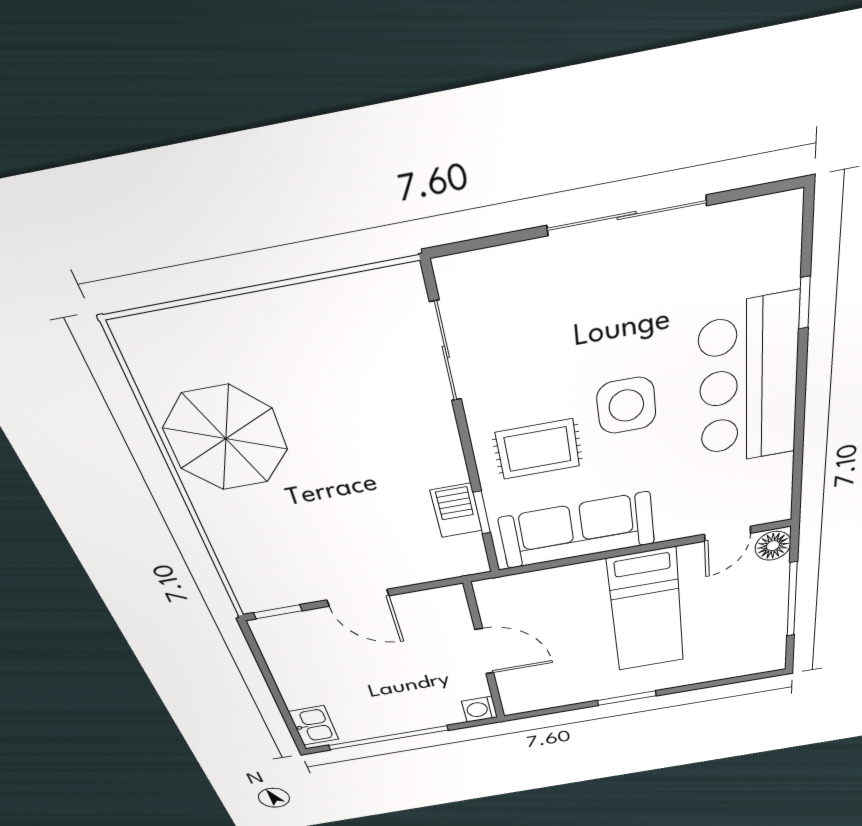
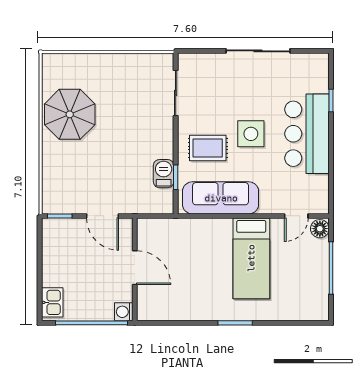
door: (484, 651) -> (135, 268), moved
wall: (485, 654) -> (135, 269), moved
washing machine: (480, 709) -> (124, 312), moved

